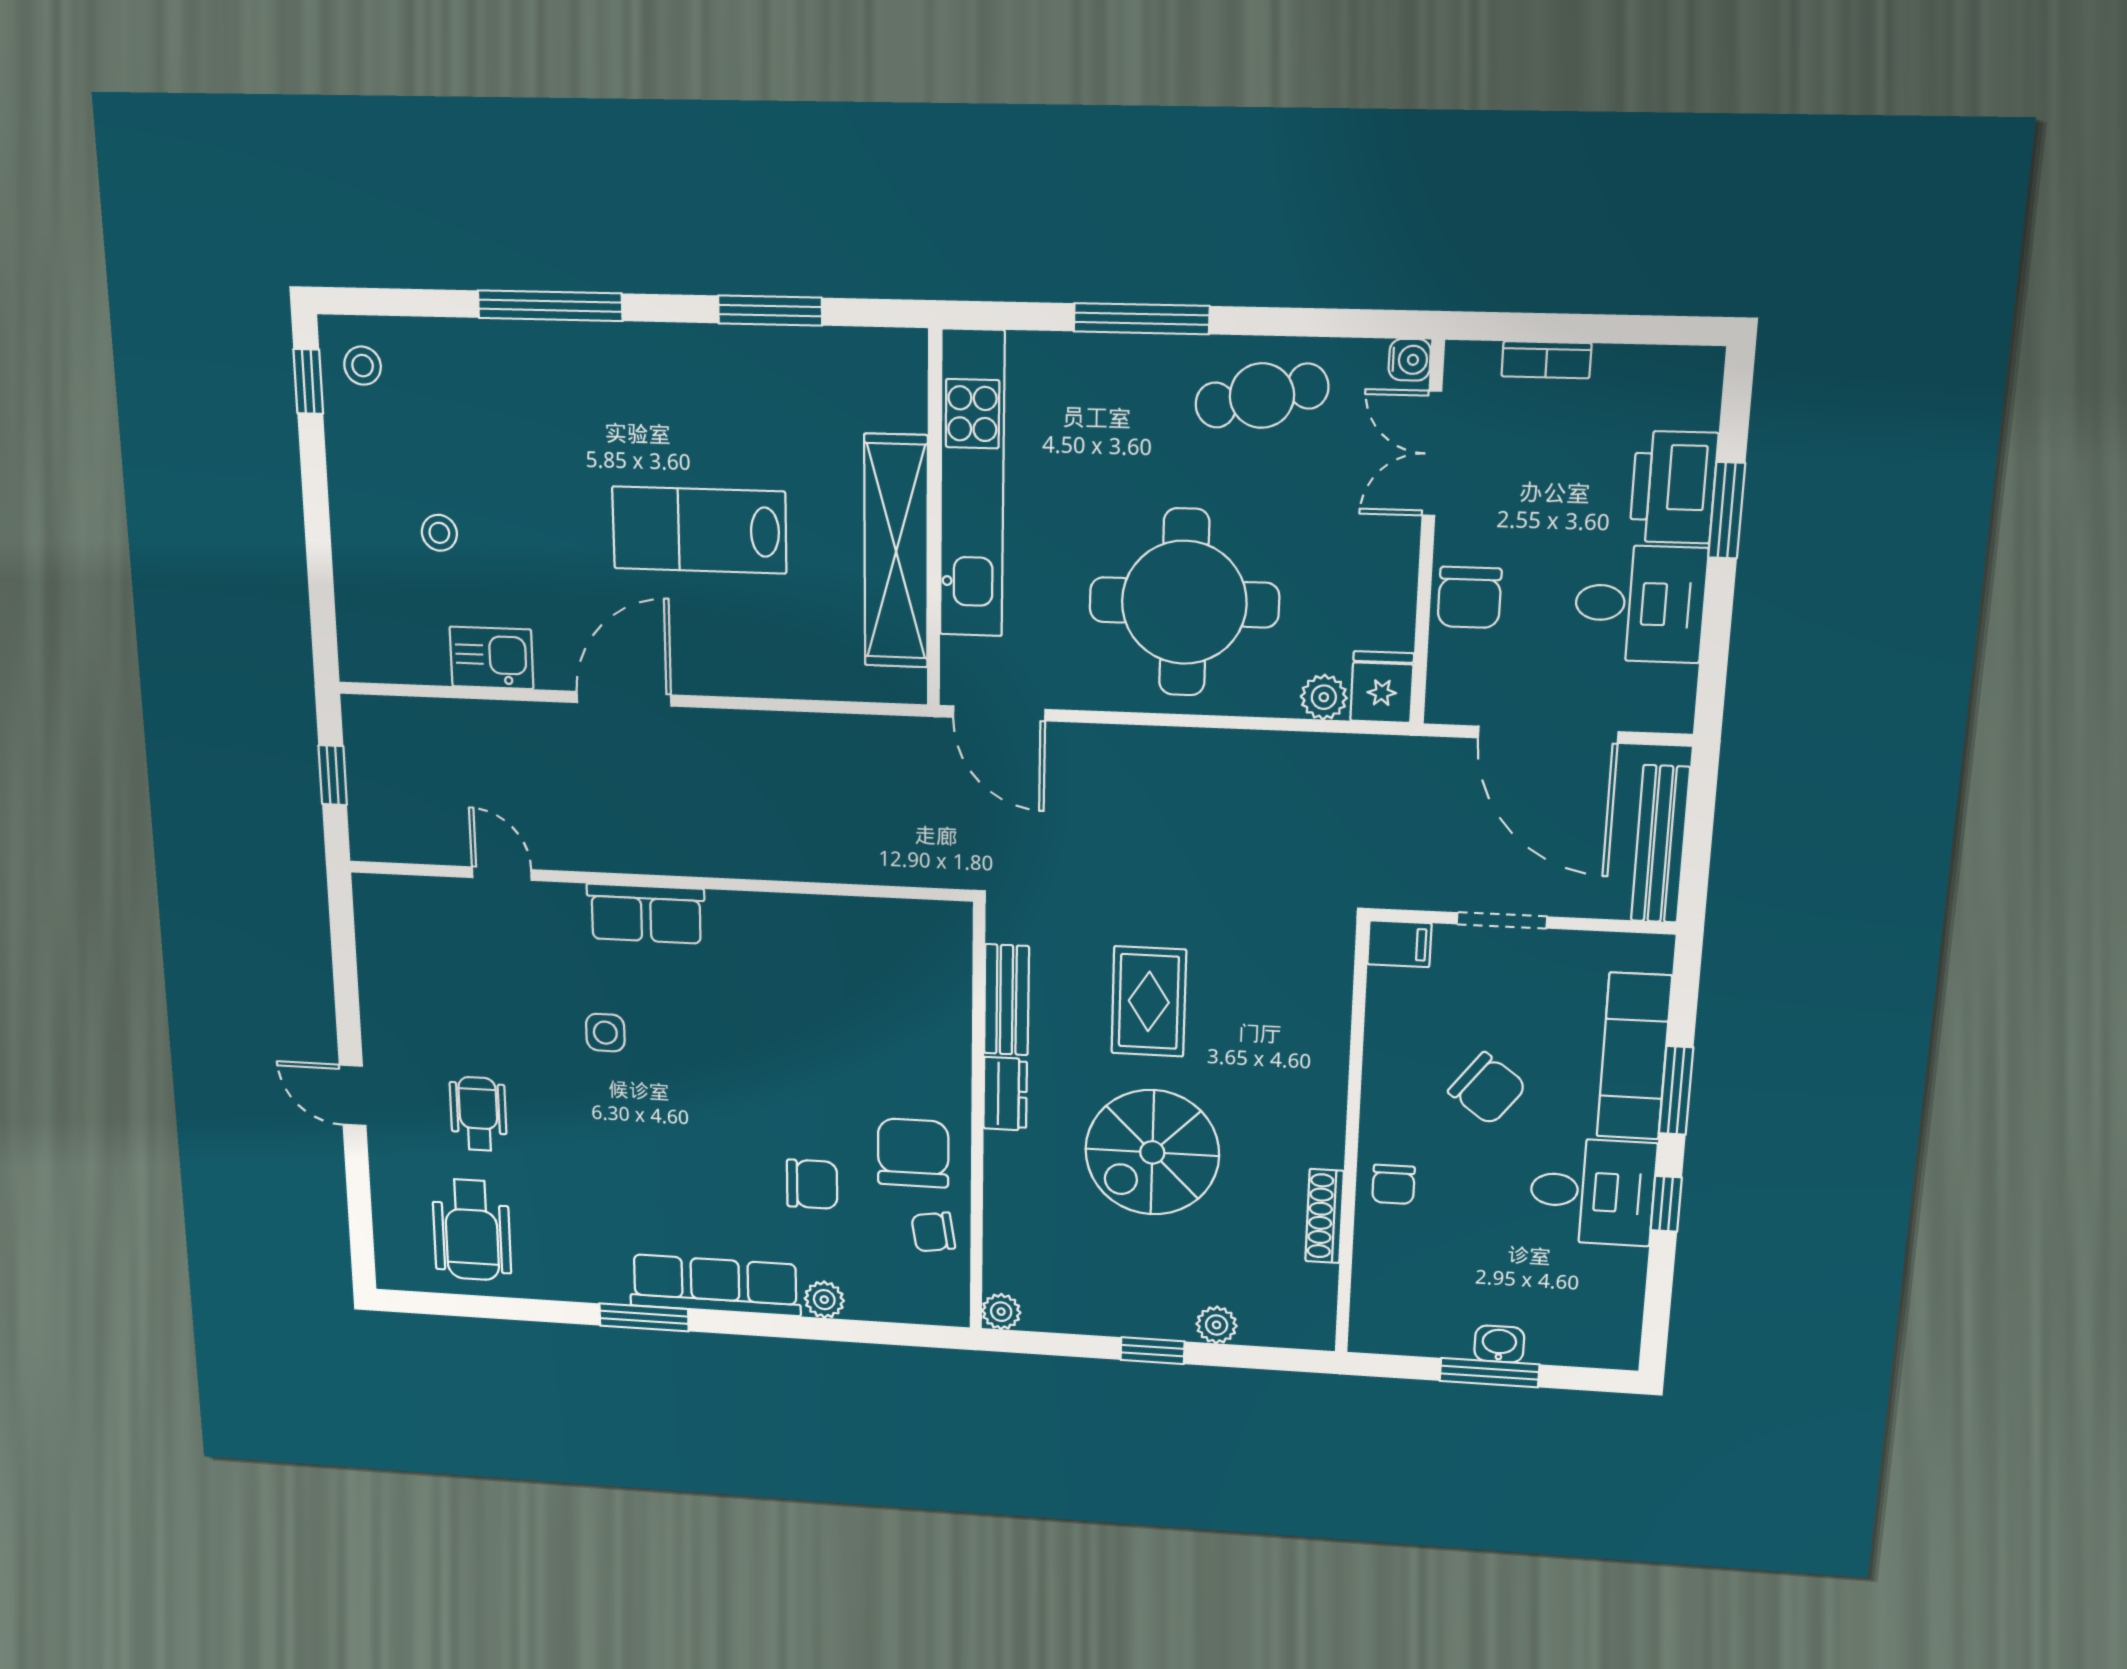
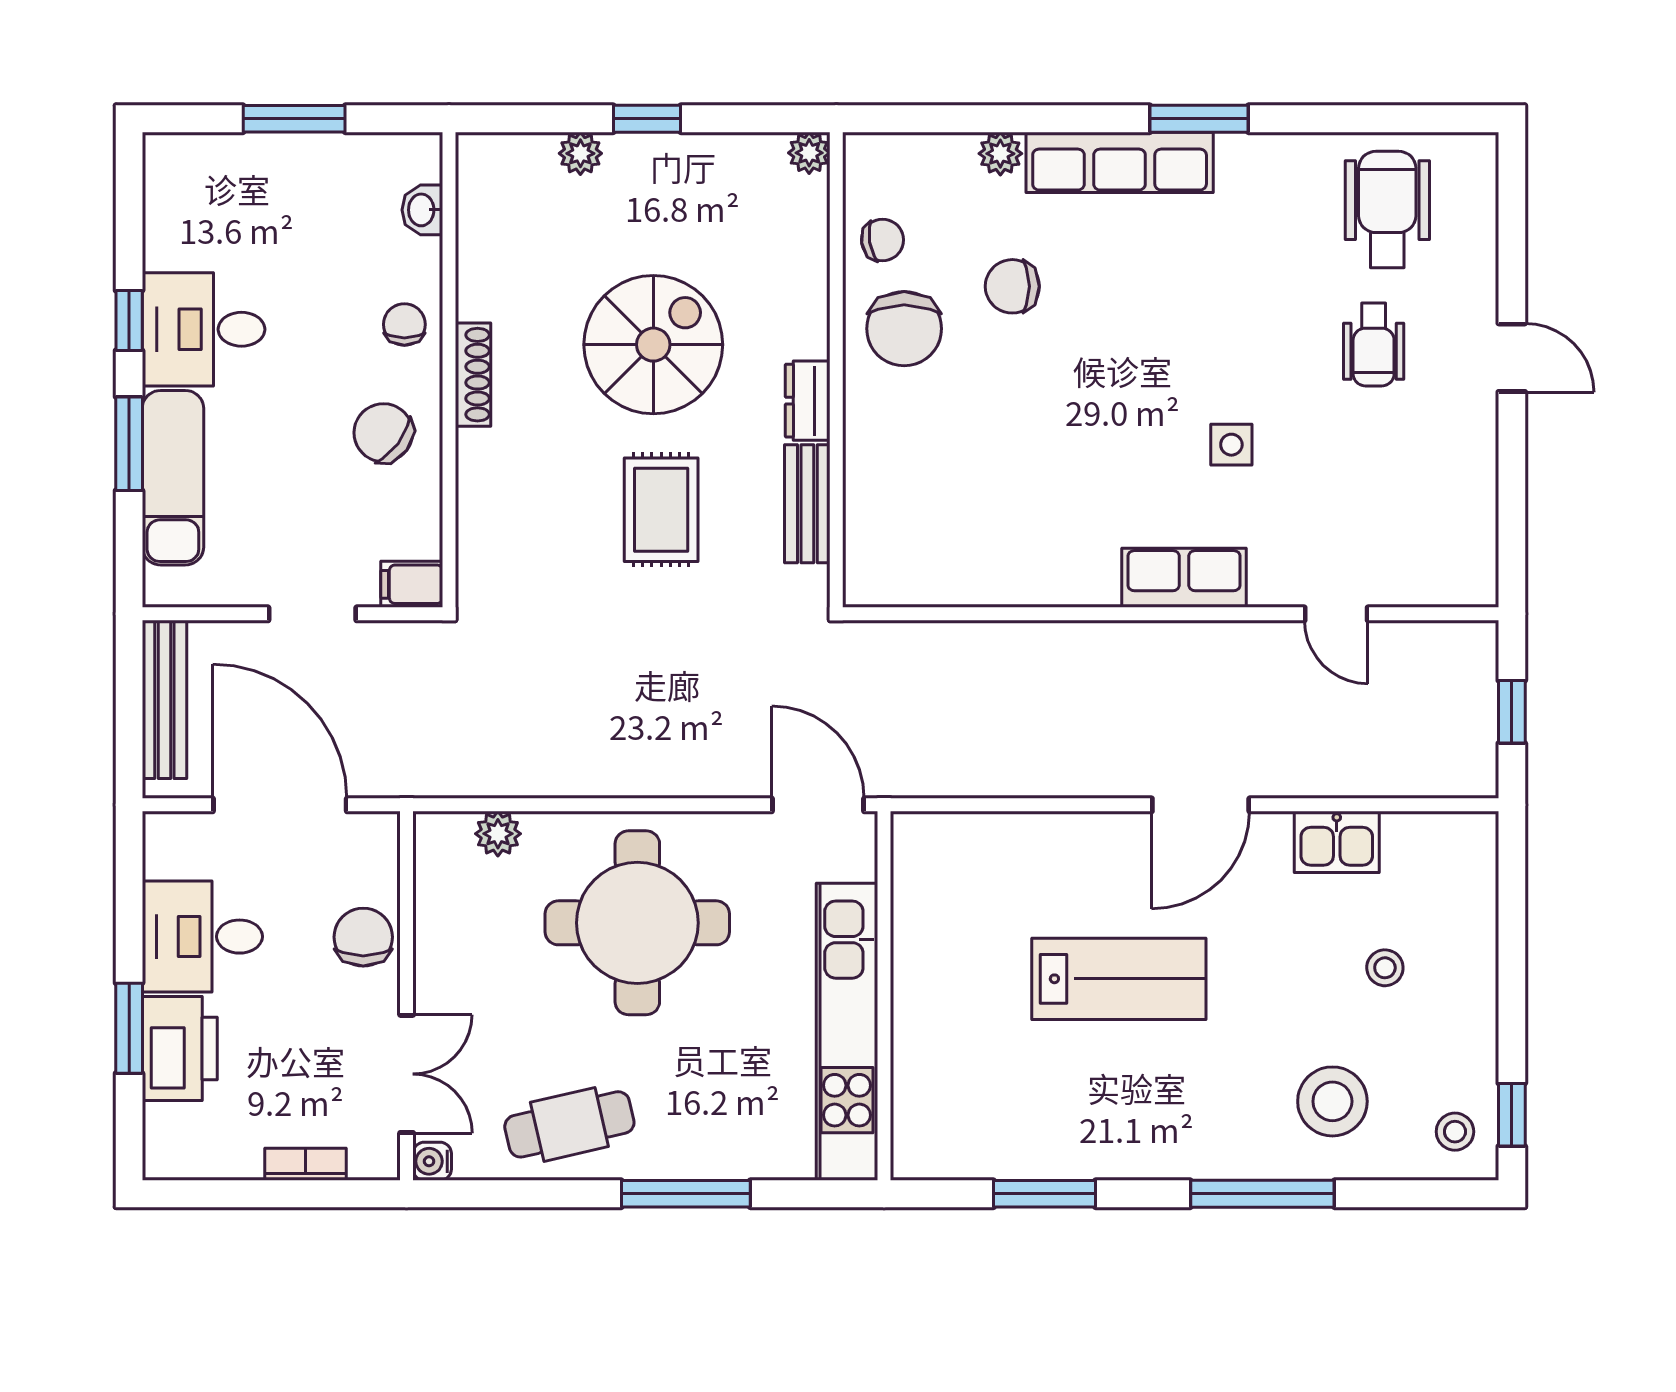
stool: (484, 400) -> (1332, 1101), added
shelving: (896, 552) -> (922, 964), removed
fridge: (1382, 687) -> (442, 846), removed
chair: (1487, 1089) -> (383, 433), moved
shoe rack: (1325, 1216) -> (473, 375), moved
washbasin: (1499, 1344) -> (422, 210), moved, turned 90

